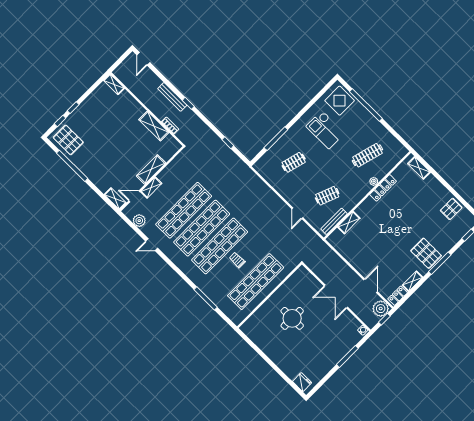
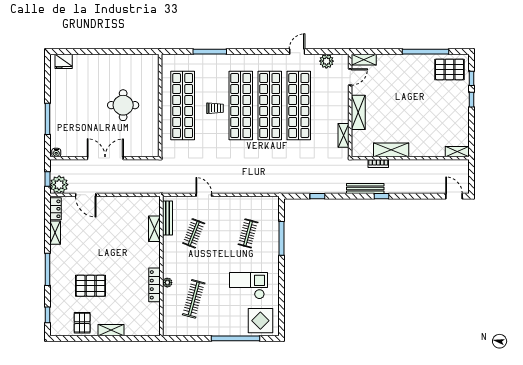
bench: (172, 97) -> (365, 189), moved
shelving: (419, 168) -> (111, 330), moved
shelving: (151, 188) -> (344, 135), moved
pallet: (426, 253) -> (91, 286), moved

